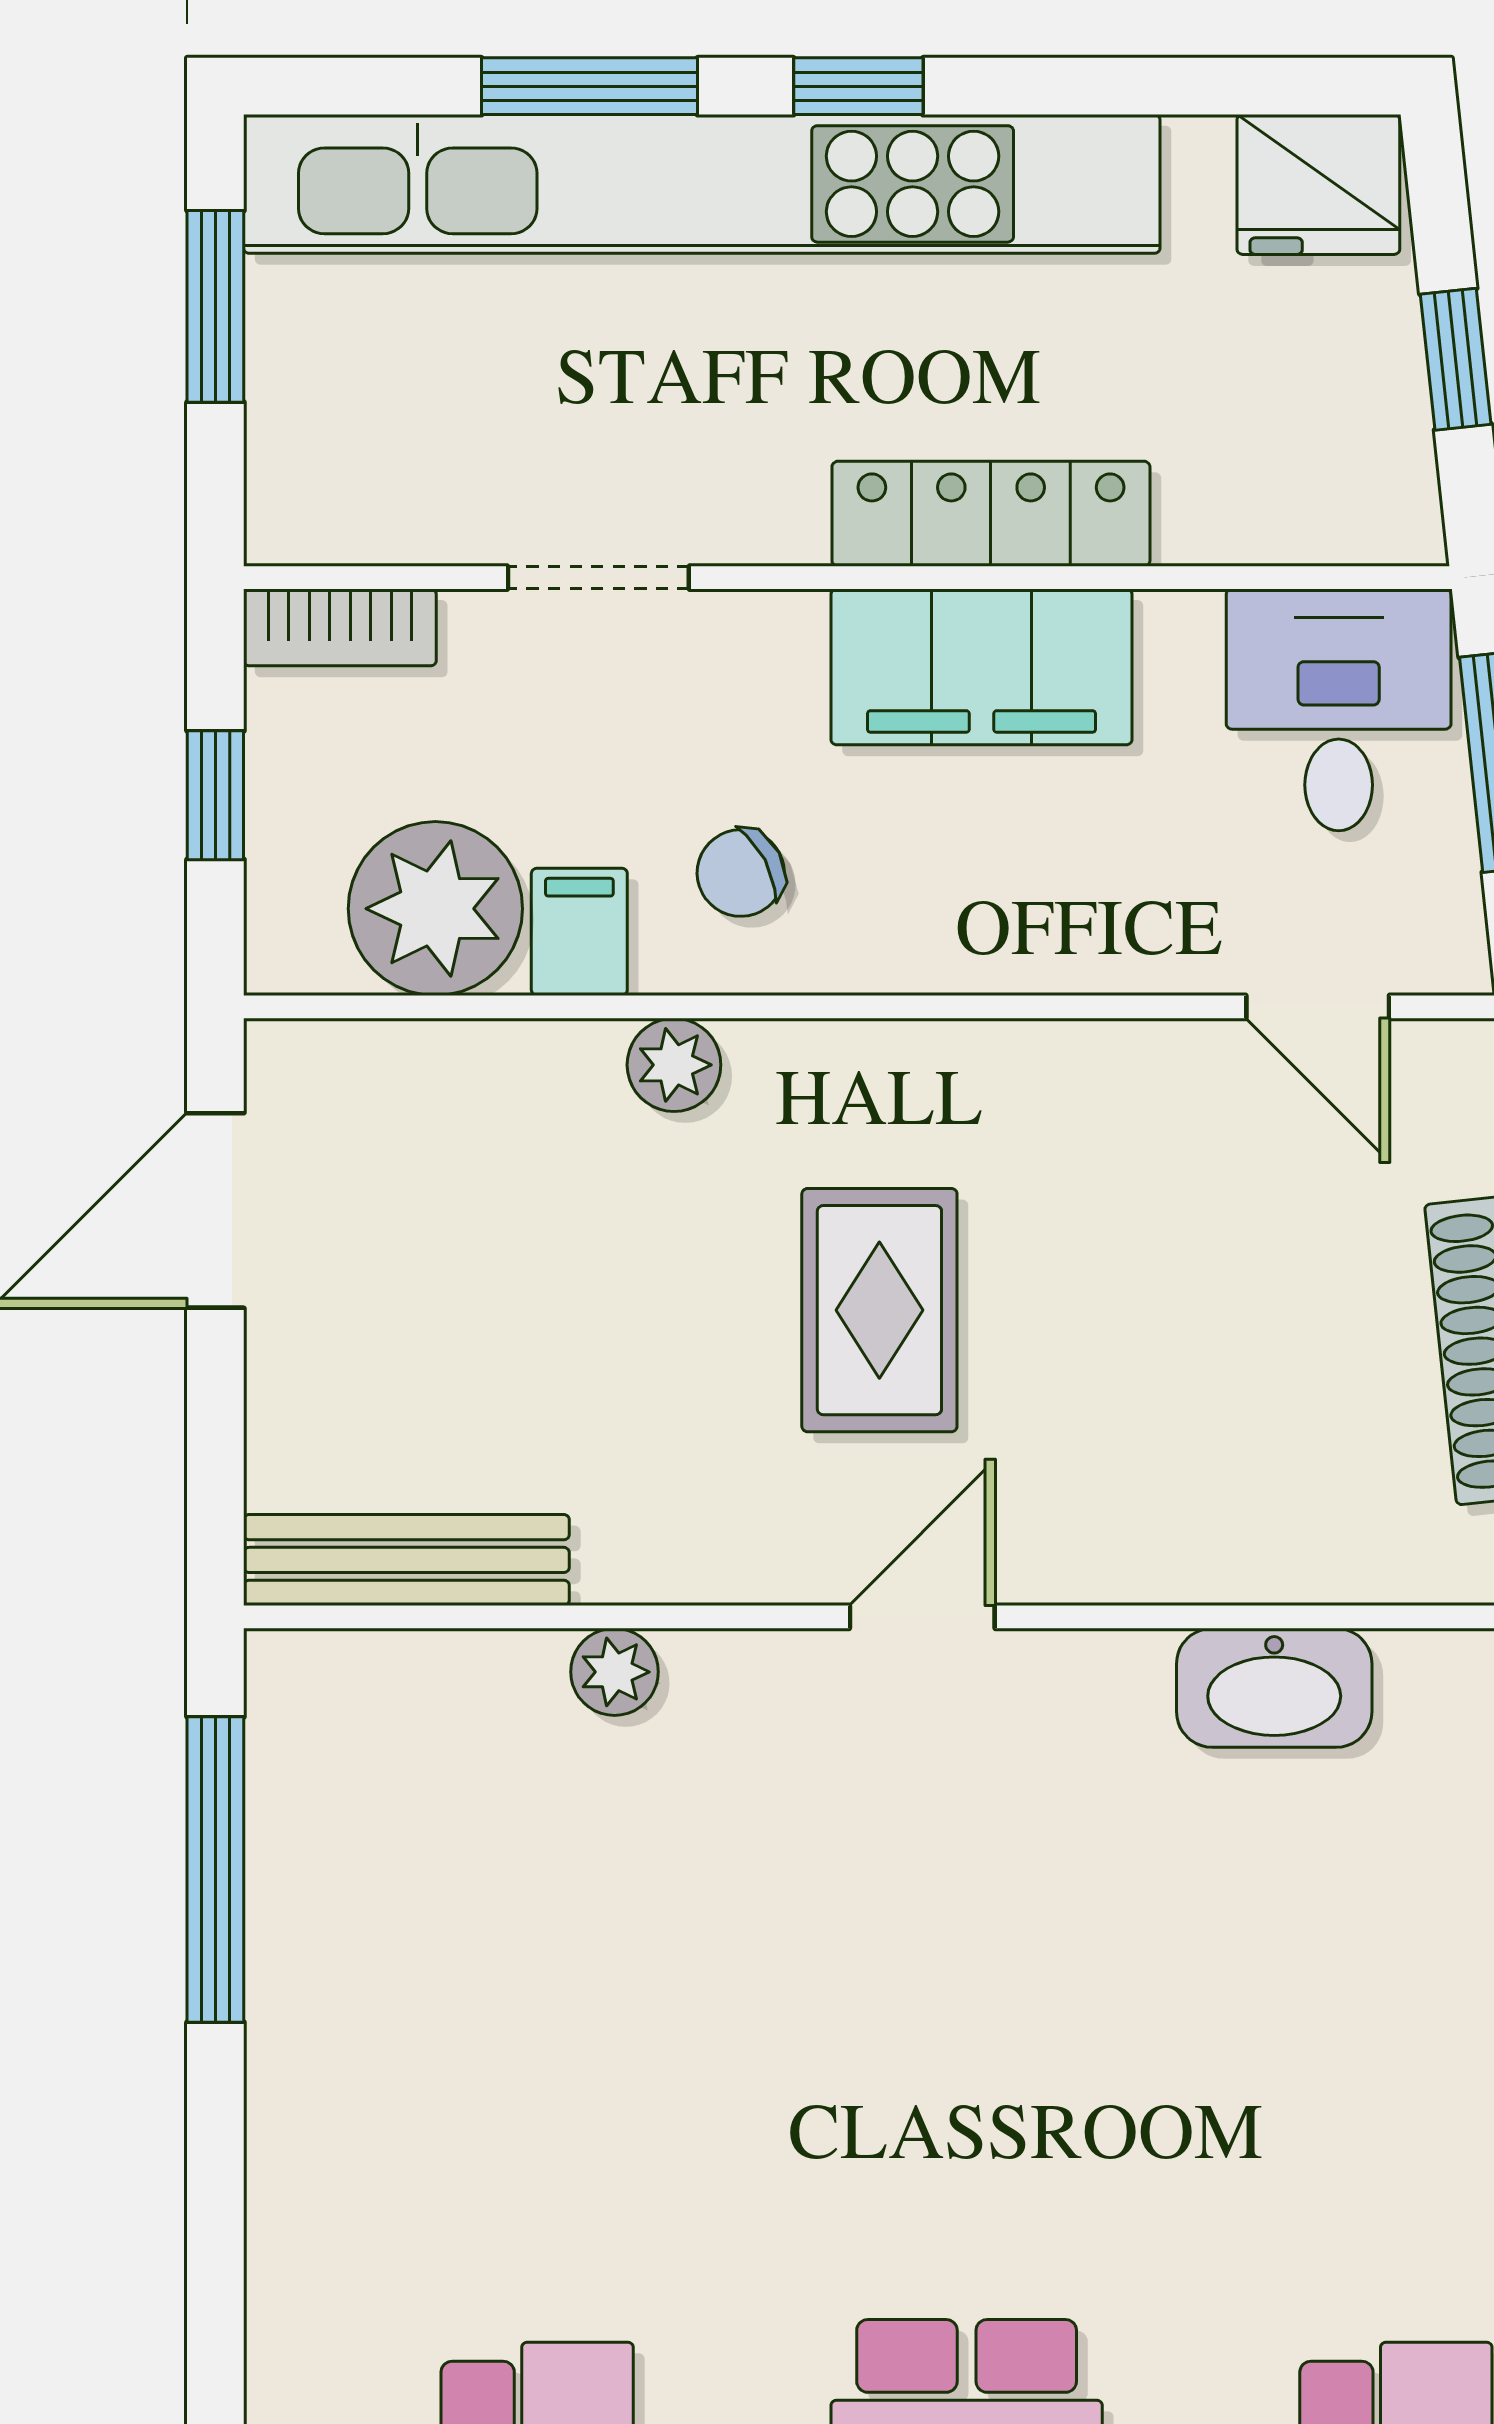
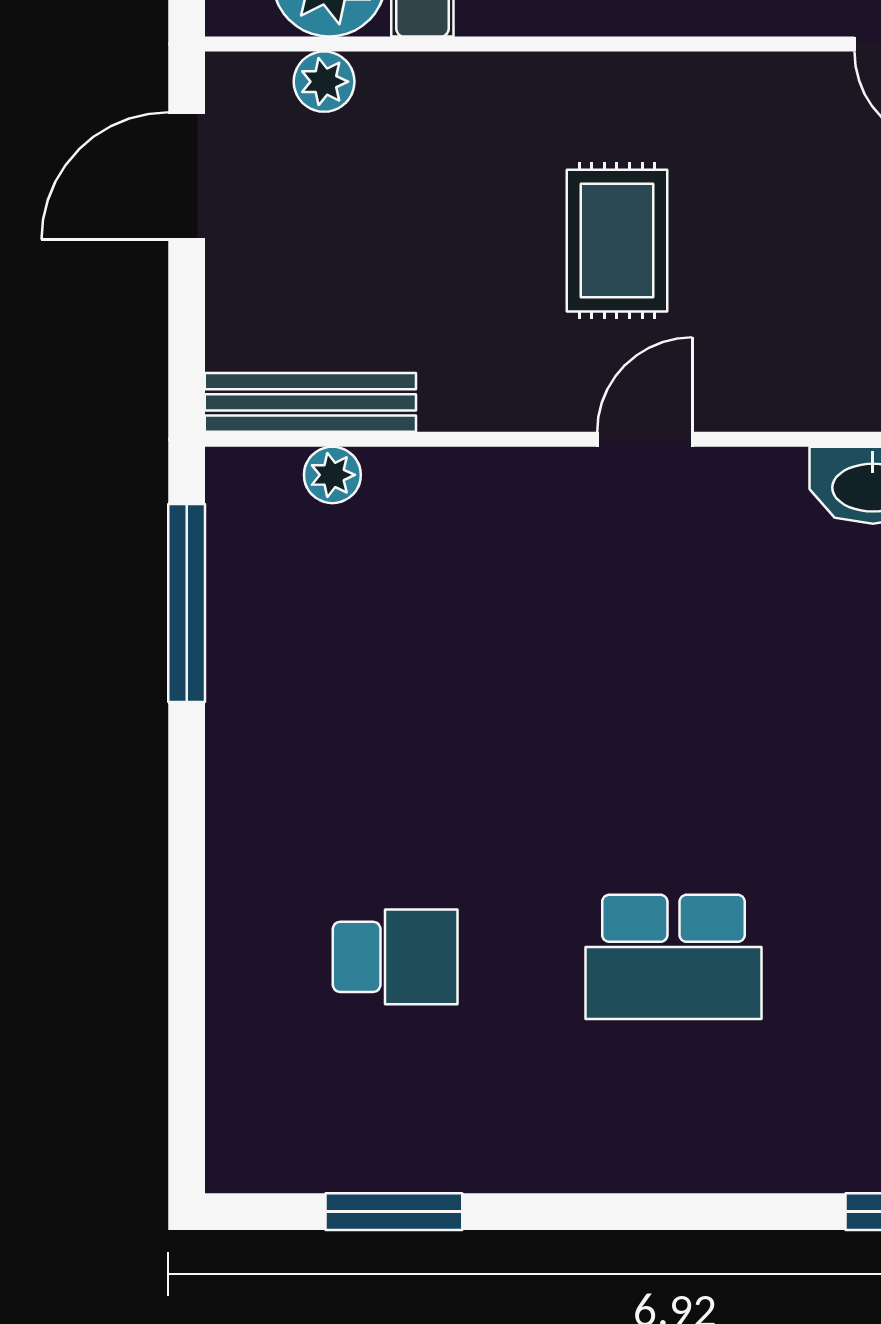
plant: (674, 1065) -> (324, 82), moved
plant: (614, 1672) -> (332, 475), moved

